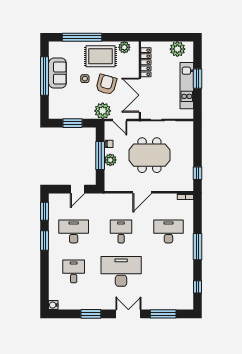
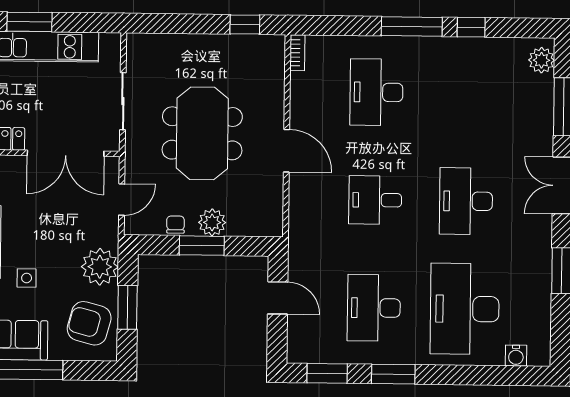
armchair: (106, 84) -> (89, 323), moved
plant: (103, 111) -> (100, 267), moved
window: (100, 156) -> (202, 246), width x0.69
desk: (74, 271) -> (465, 309), width x1.87, depth x1.30
desk: (121, 271) -> (466, 201), width x0.73, depth x0.77
window: (198, 287) -> (471, 27), moved
plant: (183, 304) -> (541, 60), added
water cooler: (53, 305) -> (516, 356), moved

